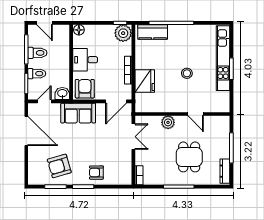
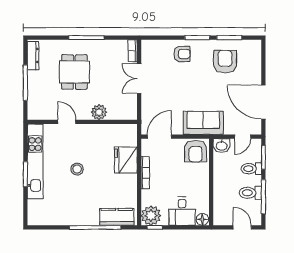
kitchen unit: (223, 58) -> (35, 161), moved
desk: (85, 60) -> (182, 211), moved, turned 90
double door: (133, 137) -> (139, 79), moved
armchair: (59, 166) -> (225, 62), turned -74

